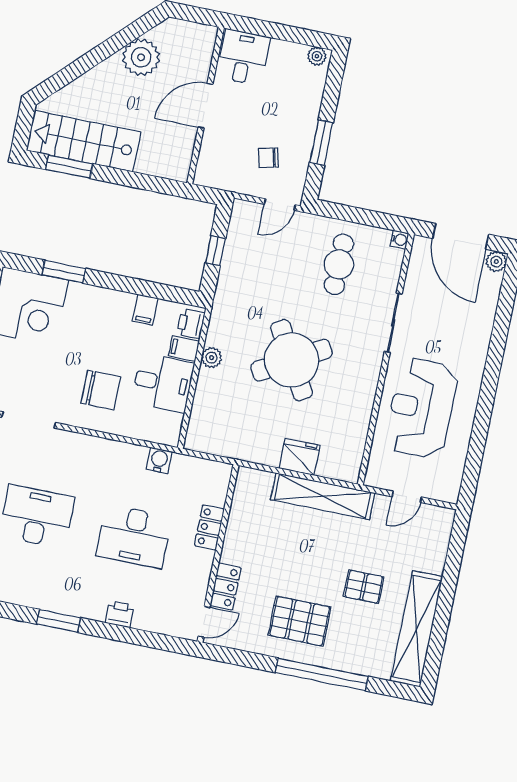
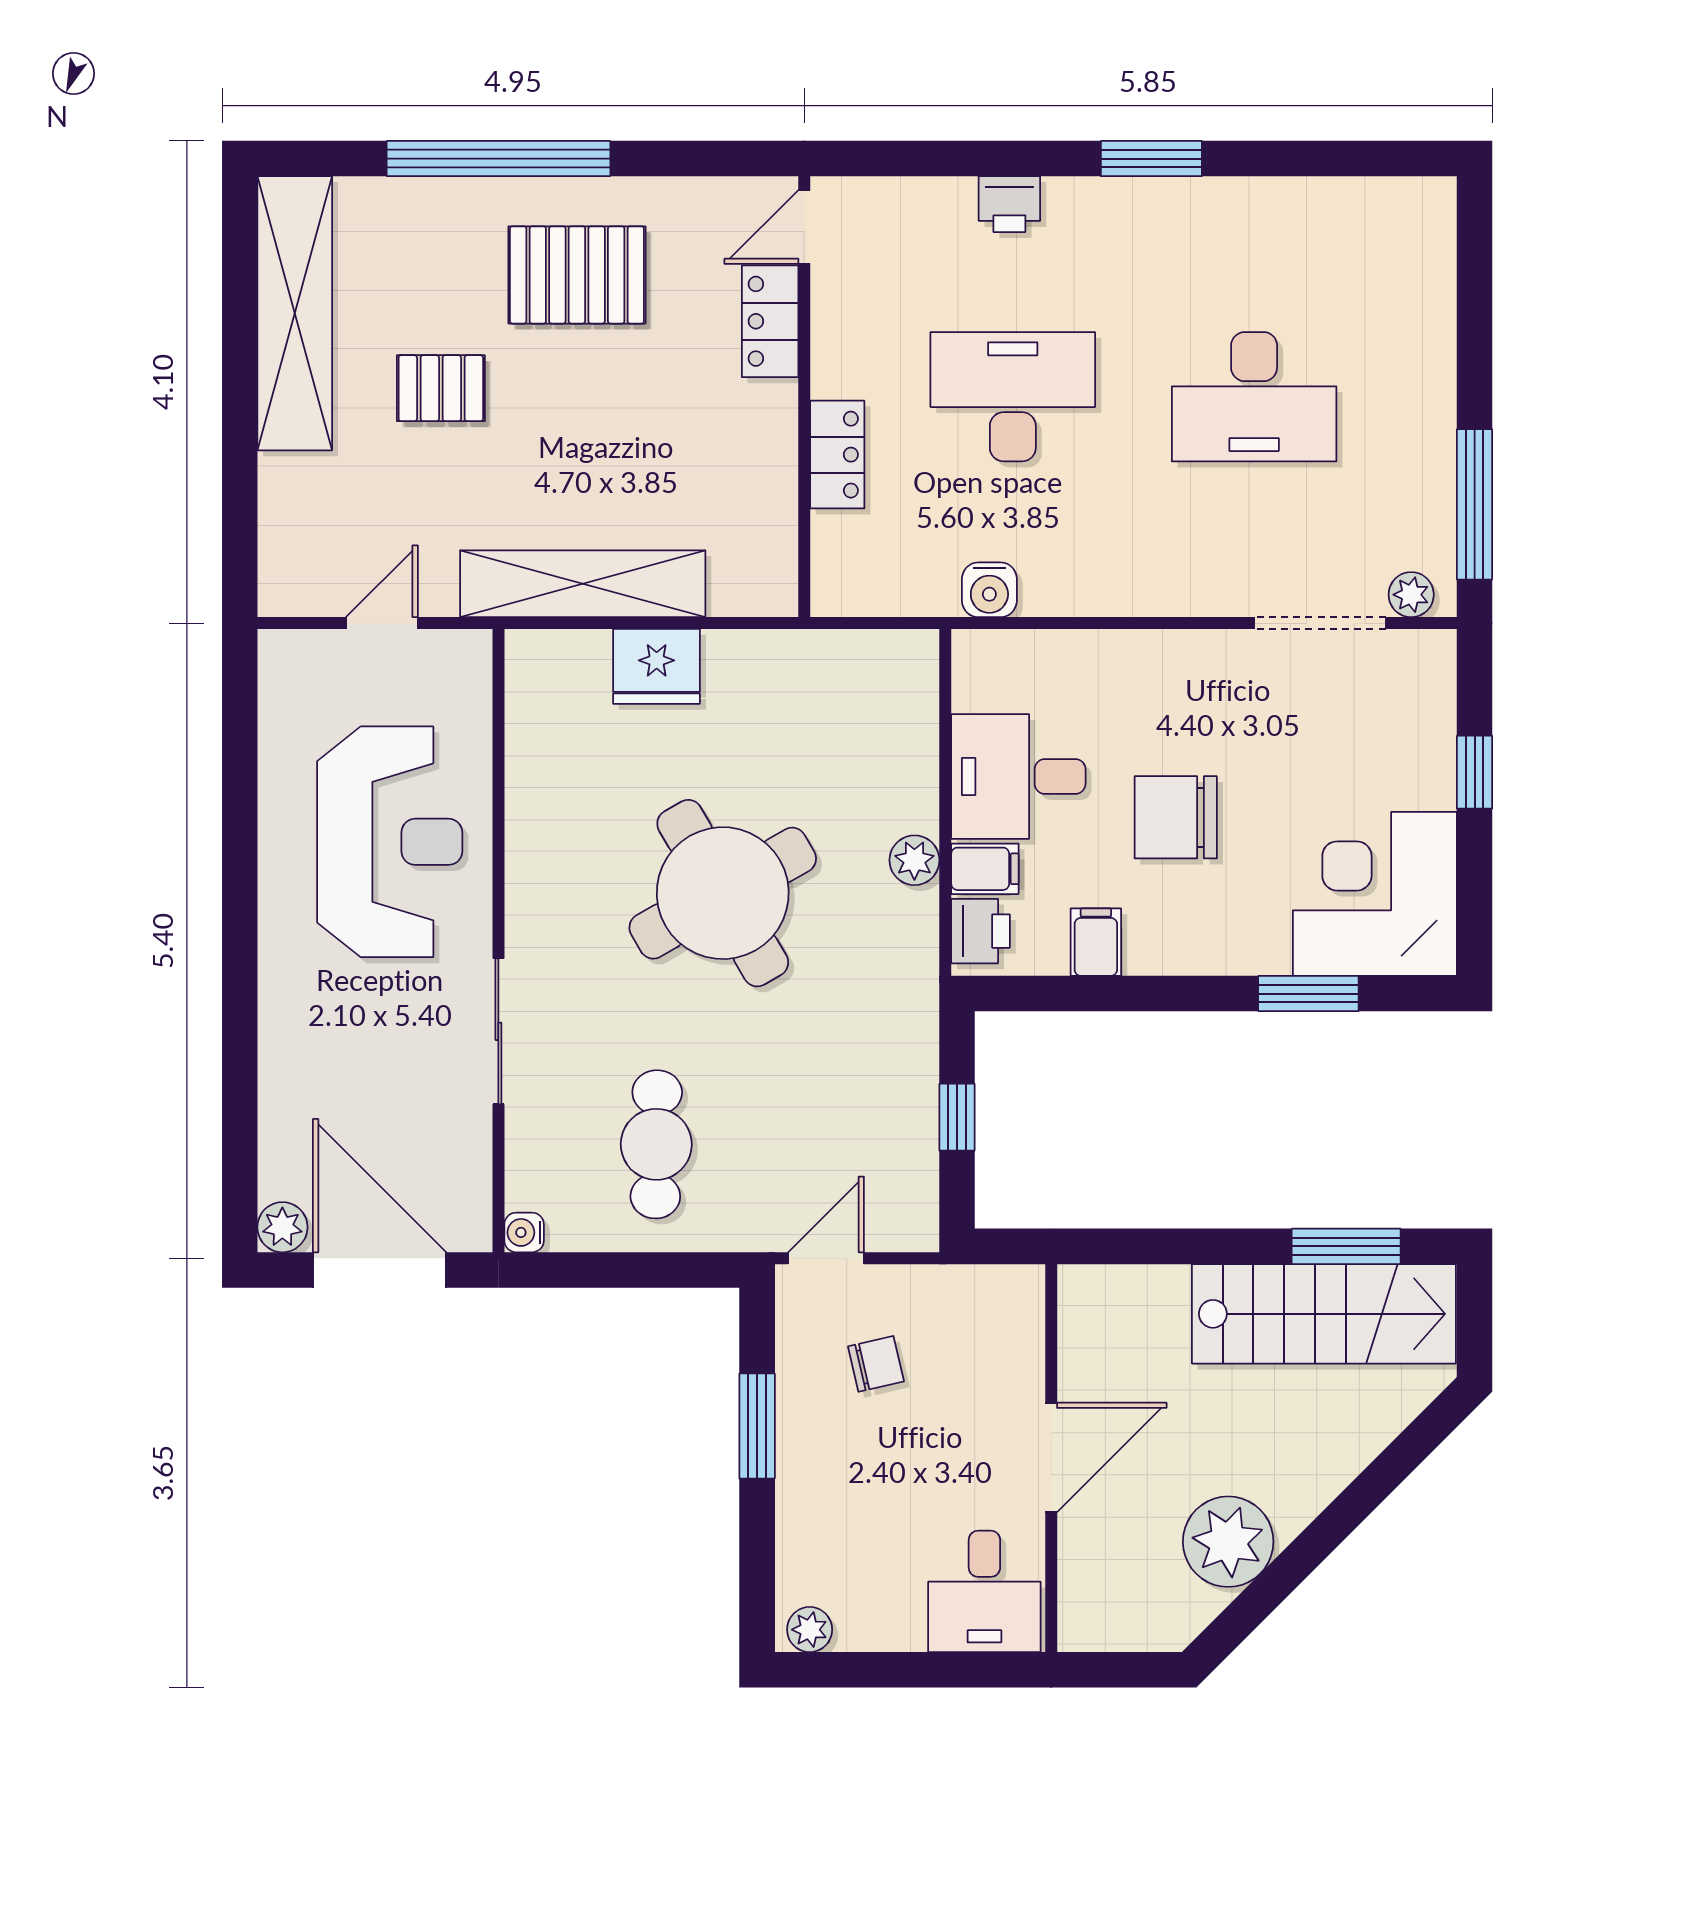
chair: (101, 390) -> (1176, 817), moved

